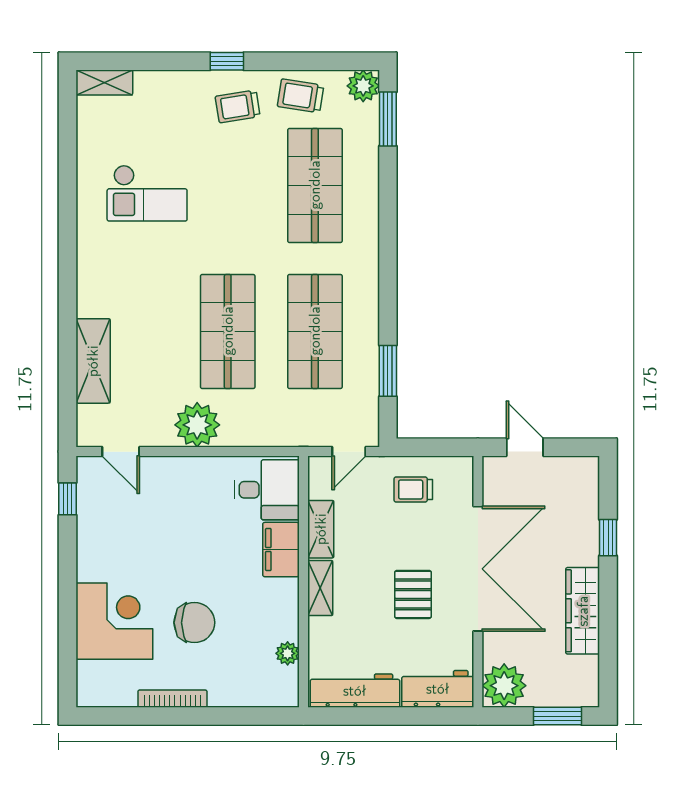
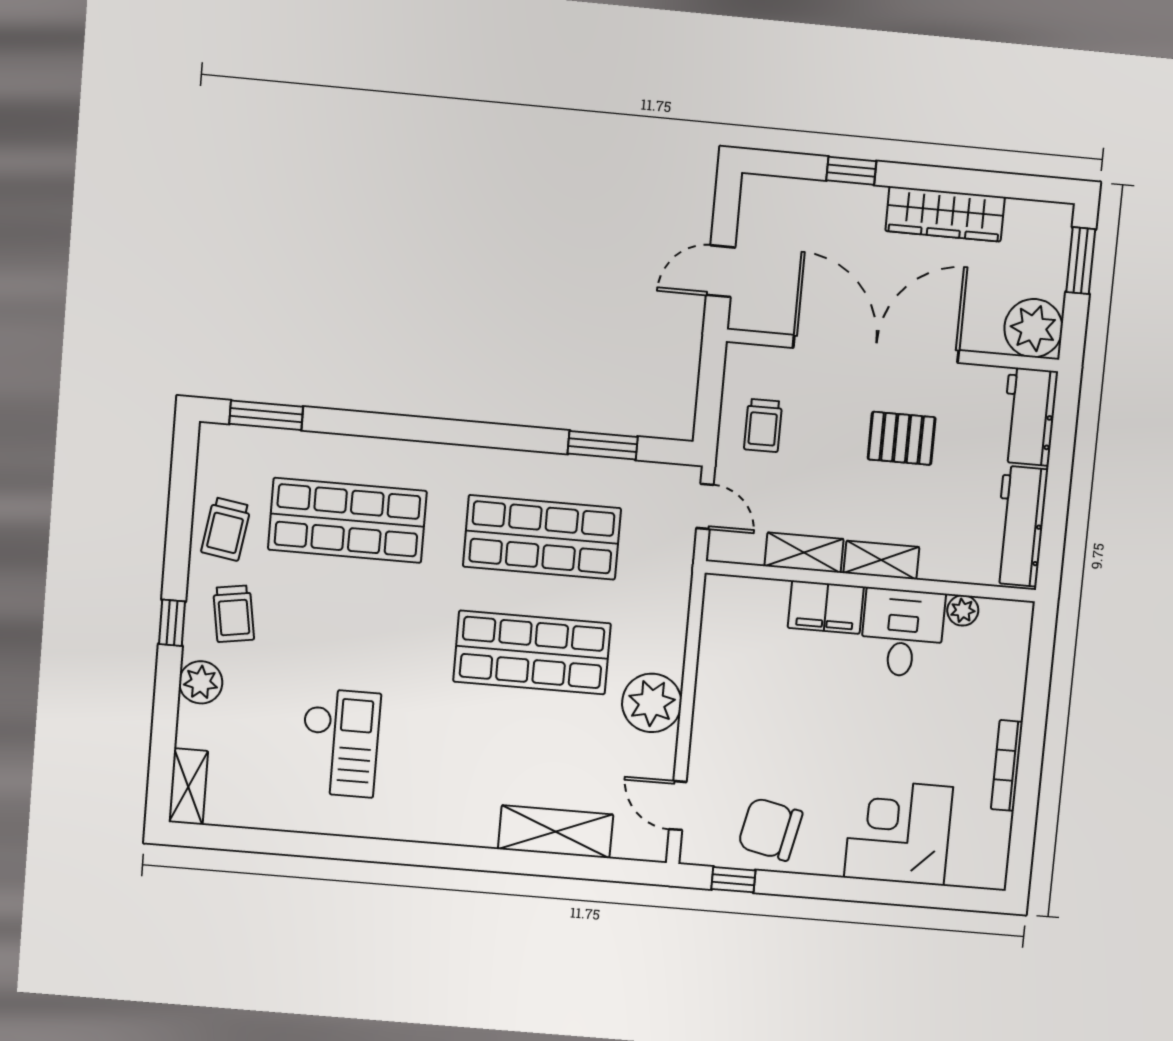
plant: (363, 86) -> (201, 682), moved
door: (121, 452) -> (678, 806), swing flipped
desk: (267, 490) -> (902, 633), moved
chair: (194, 623) -> (770, 829), moved, turned -78

